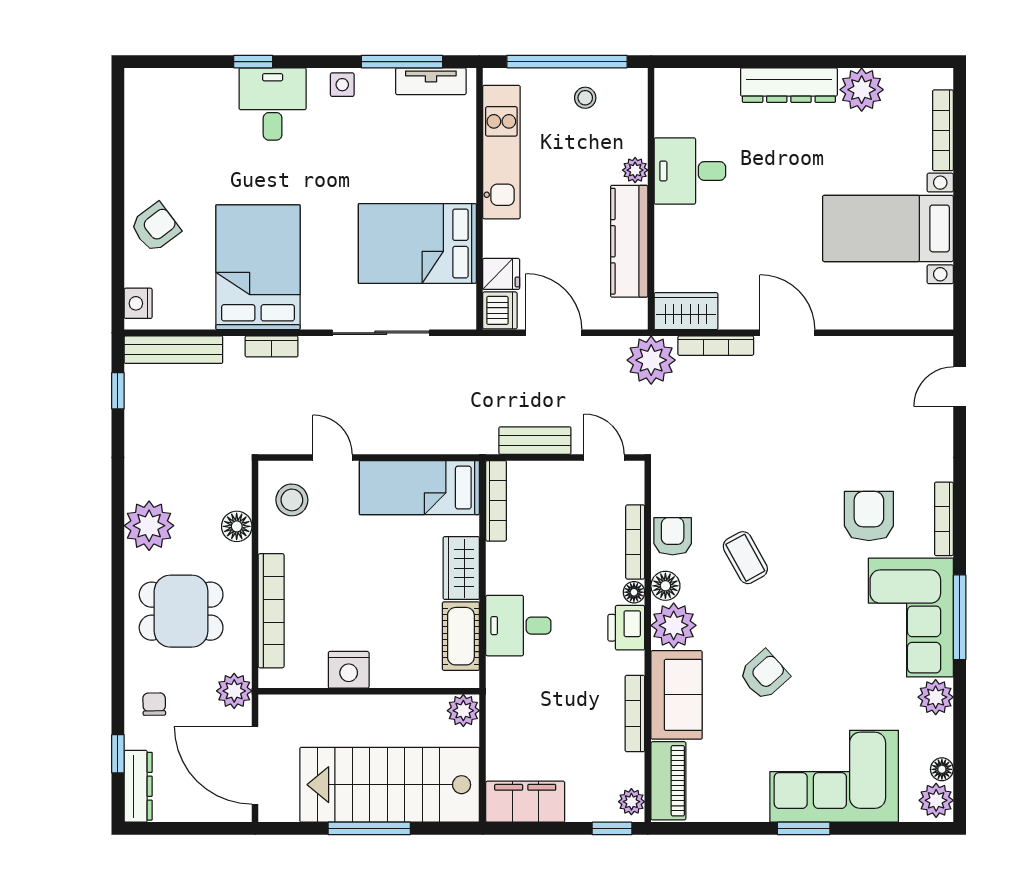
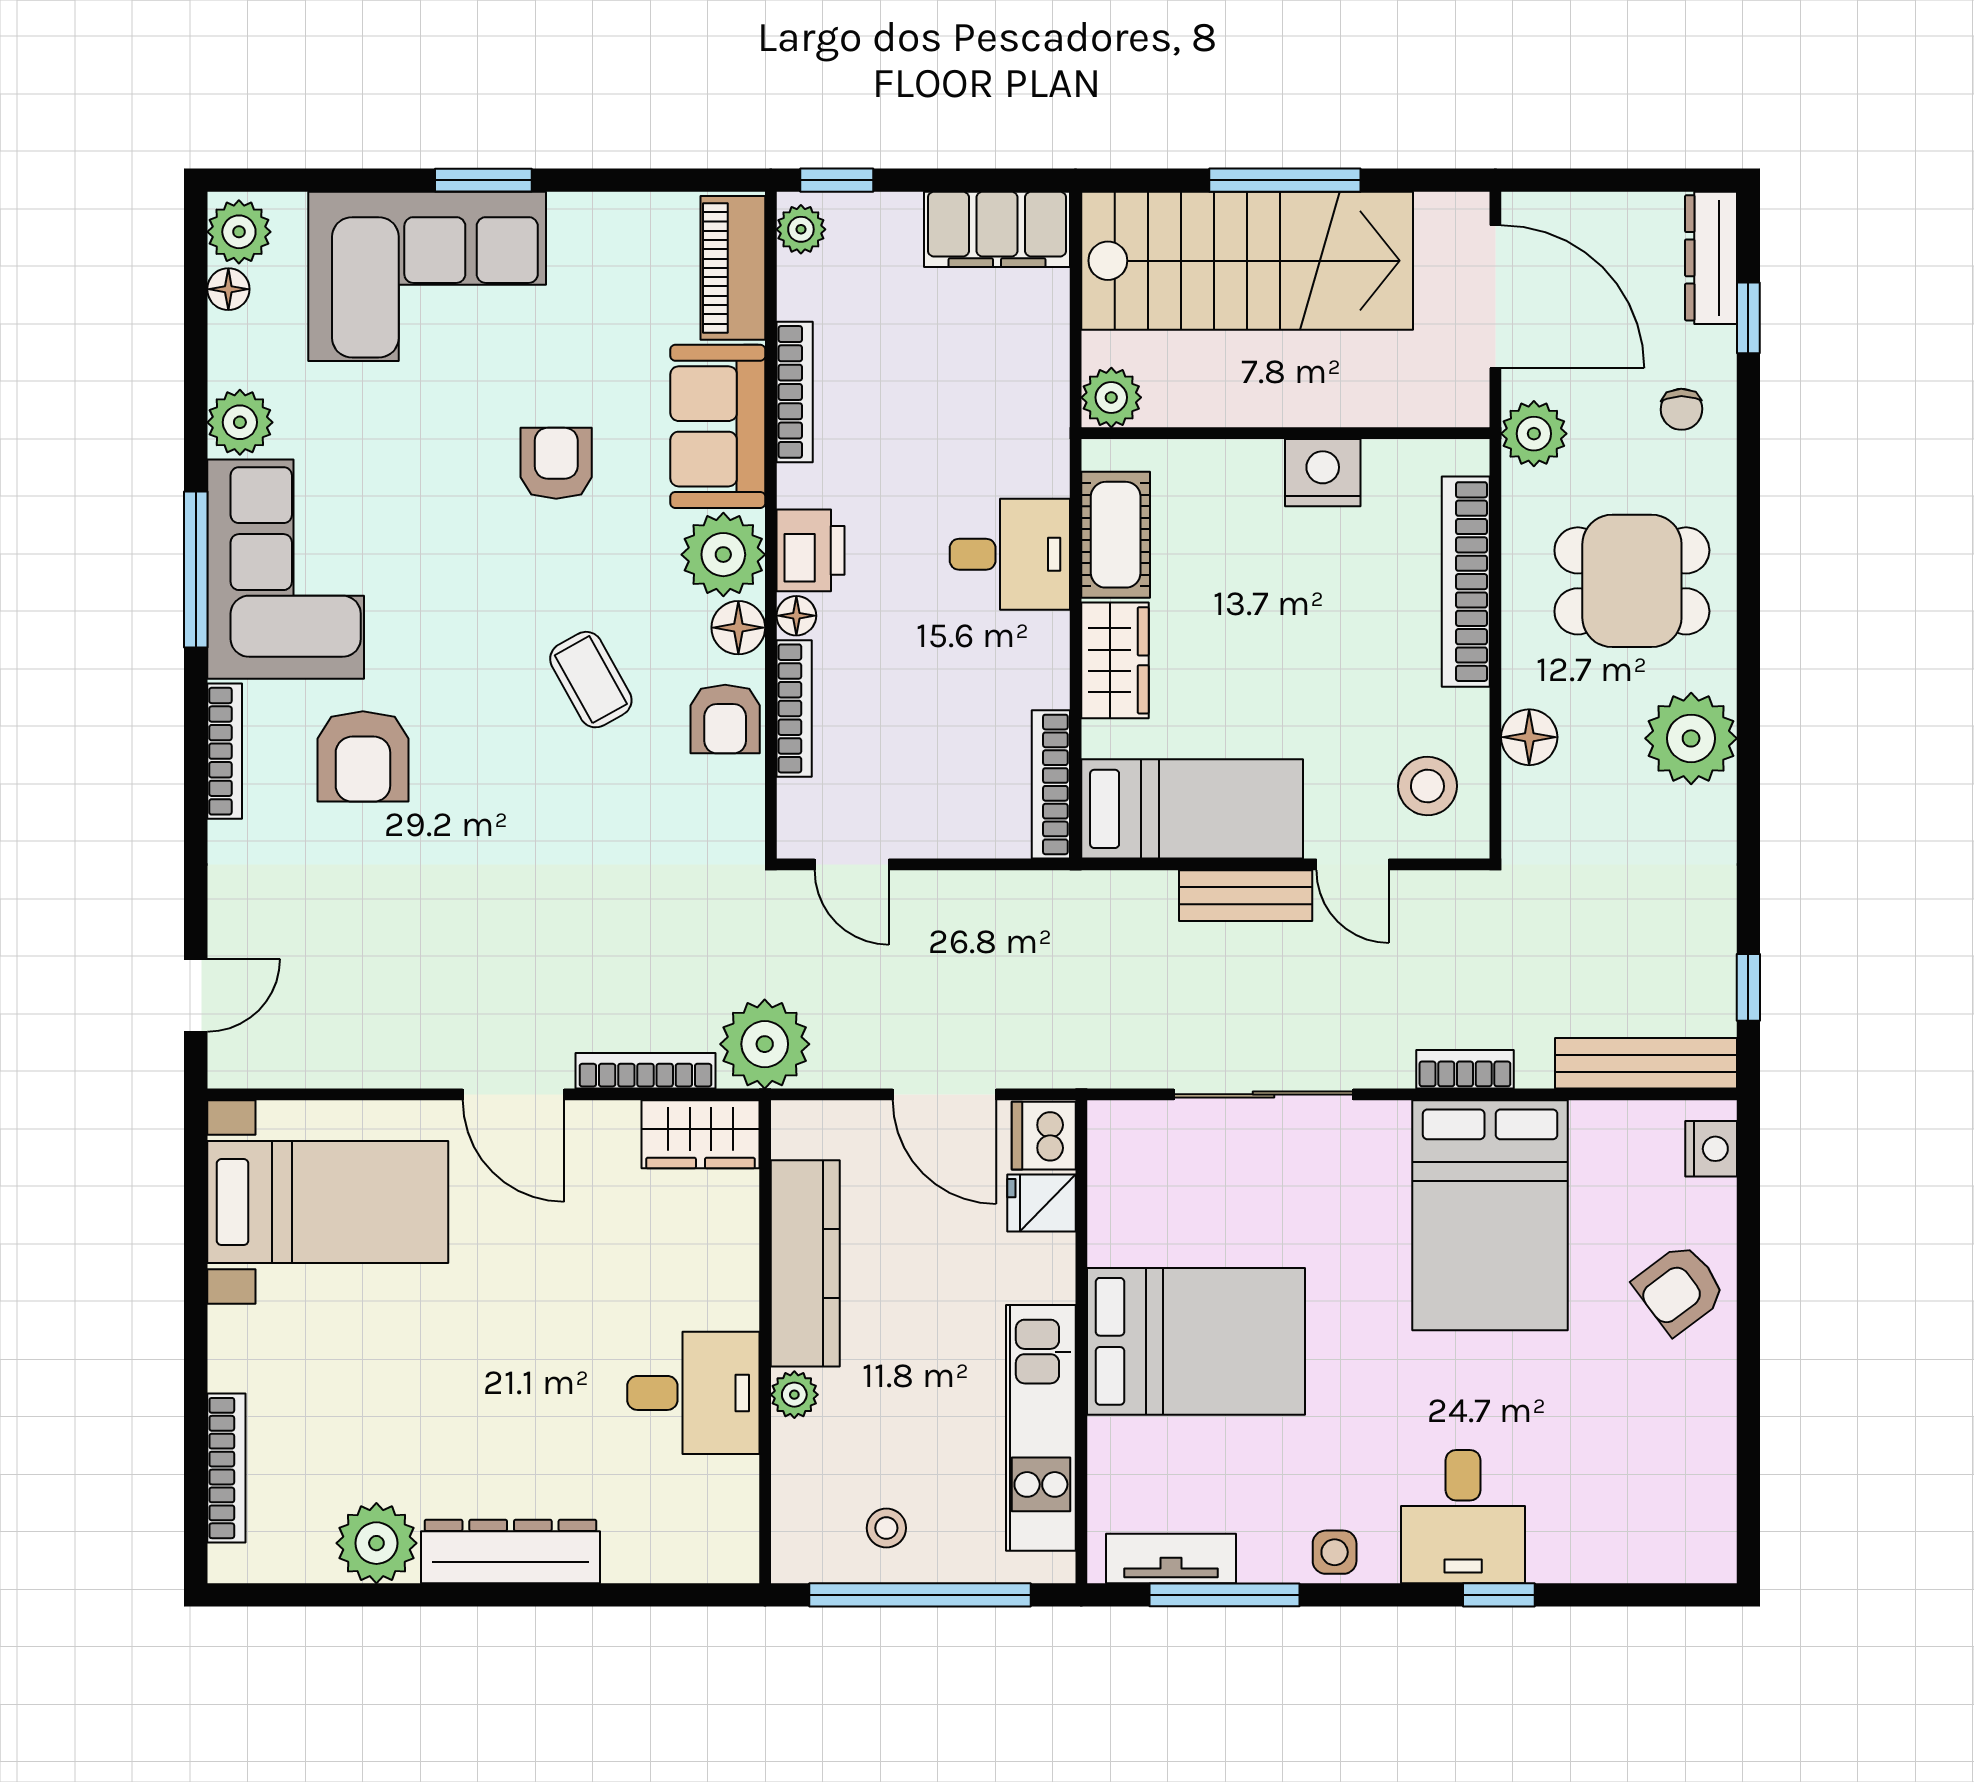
bed with nightstands: (888, 228) -> (328, 1202), moved
bed: (417, 243) -> (1196, 1341), moved
bench: (535, 441) -> (1246, 896), moved
armchair: (764, 675) -> (556, 463), turned 132

